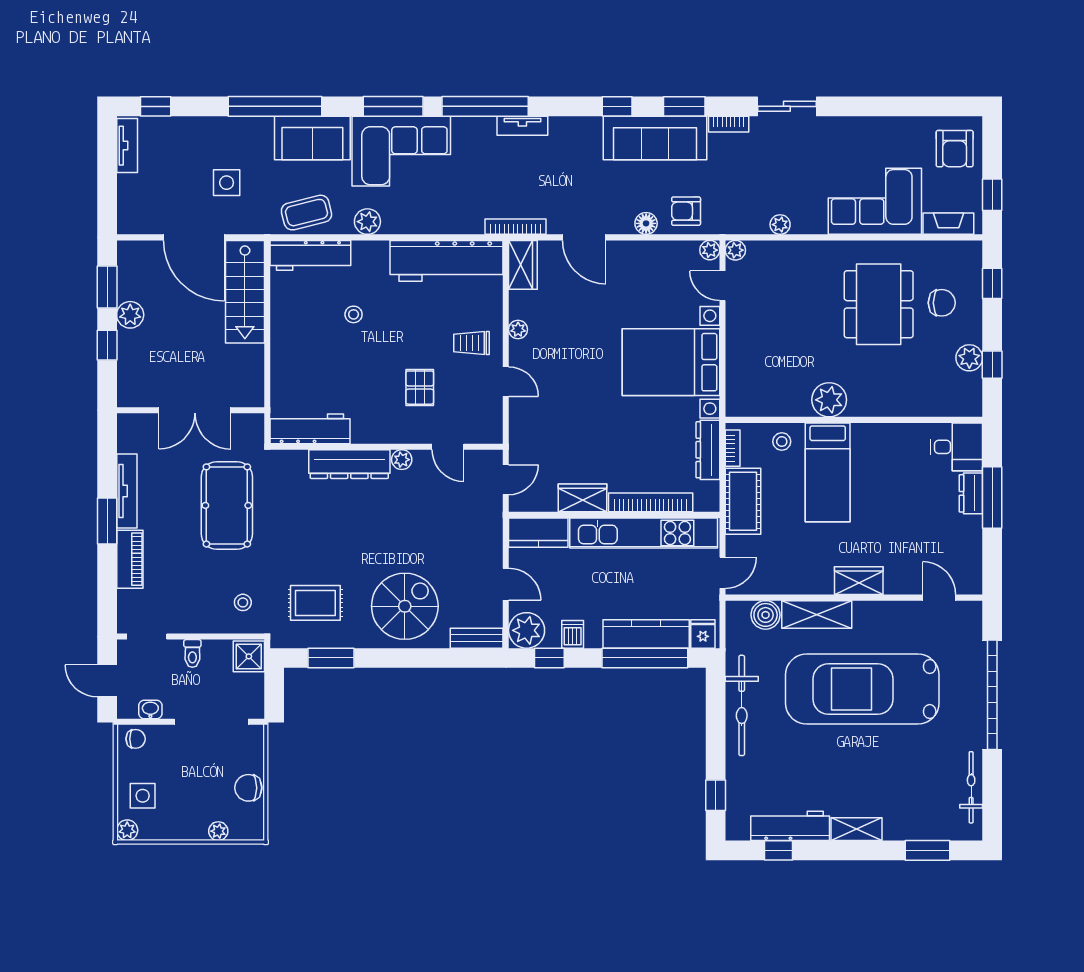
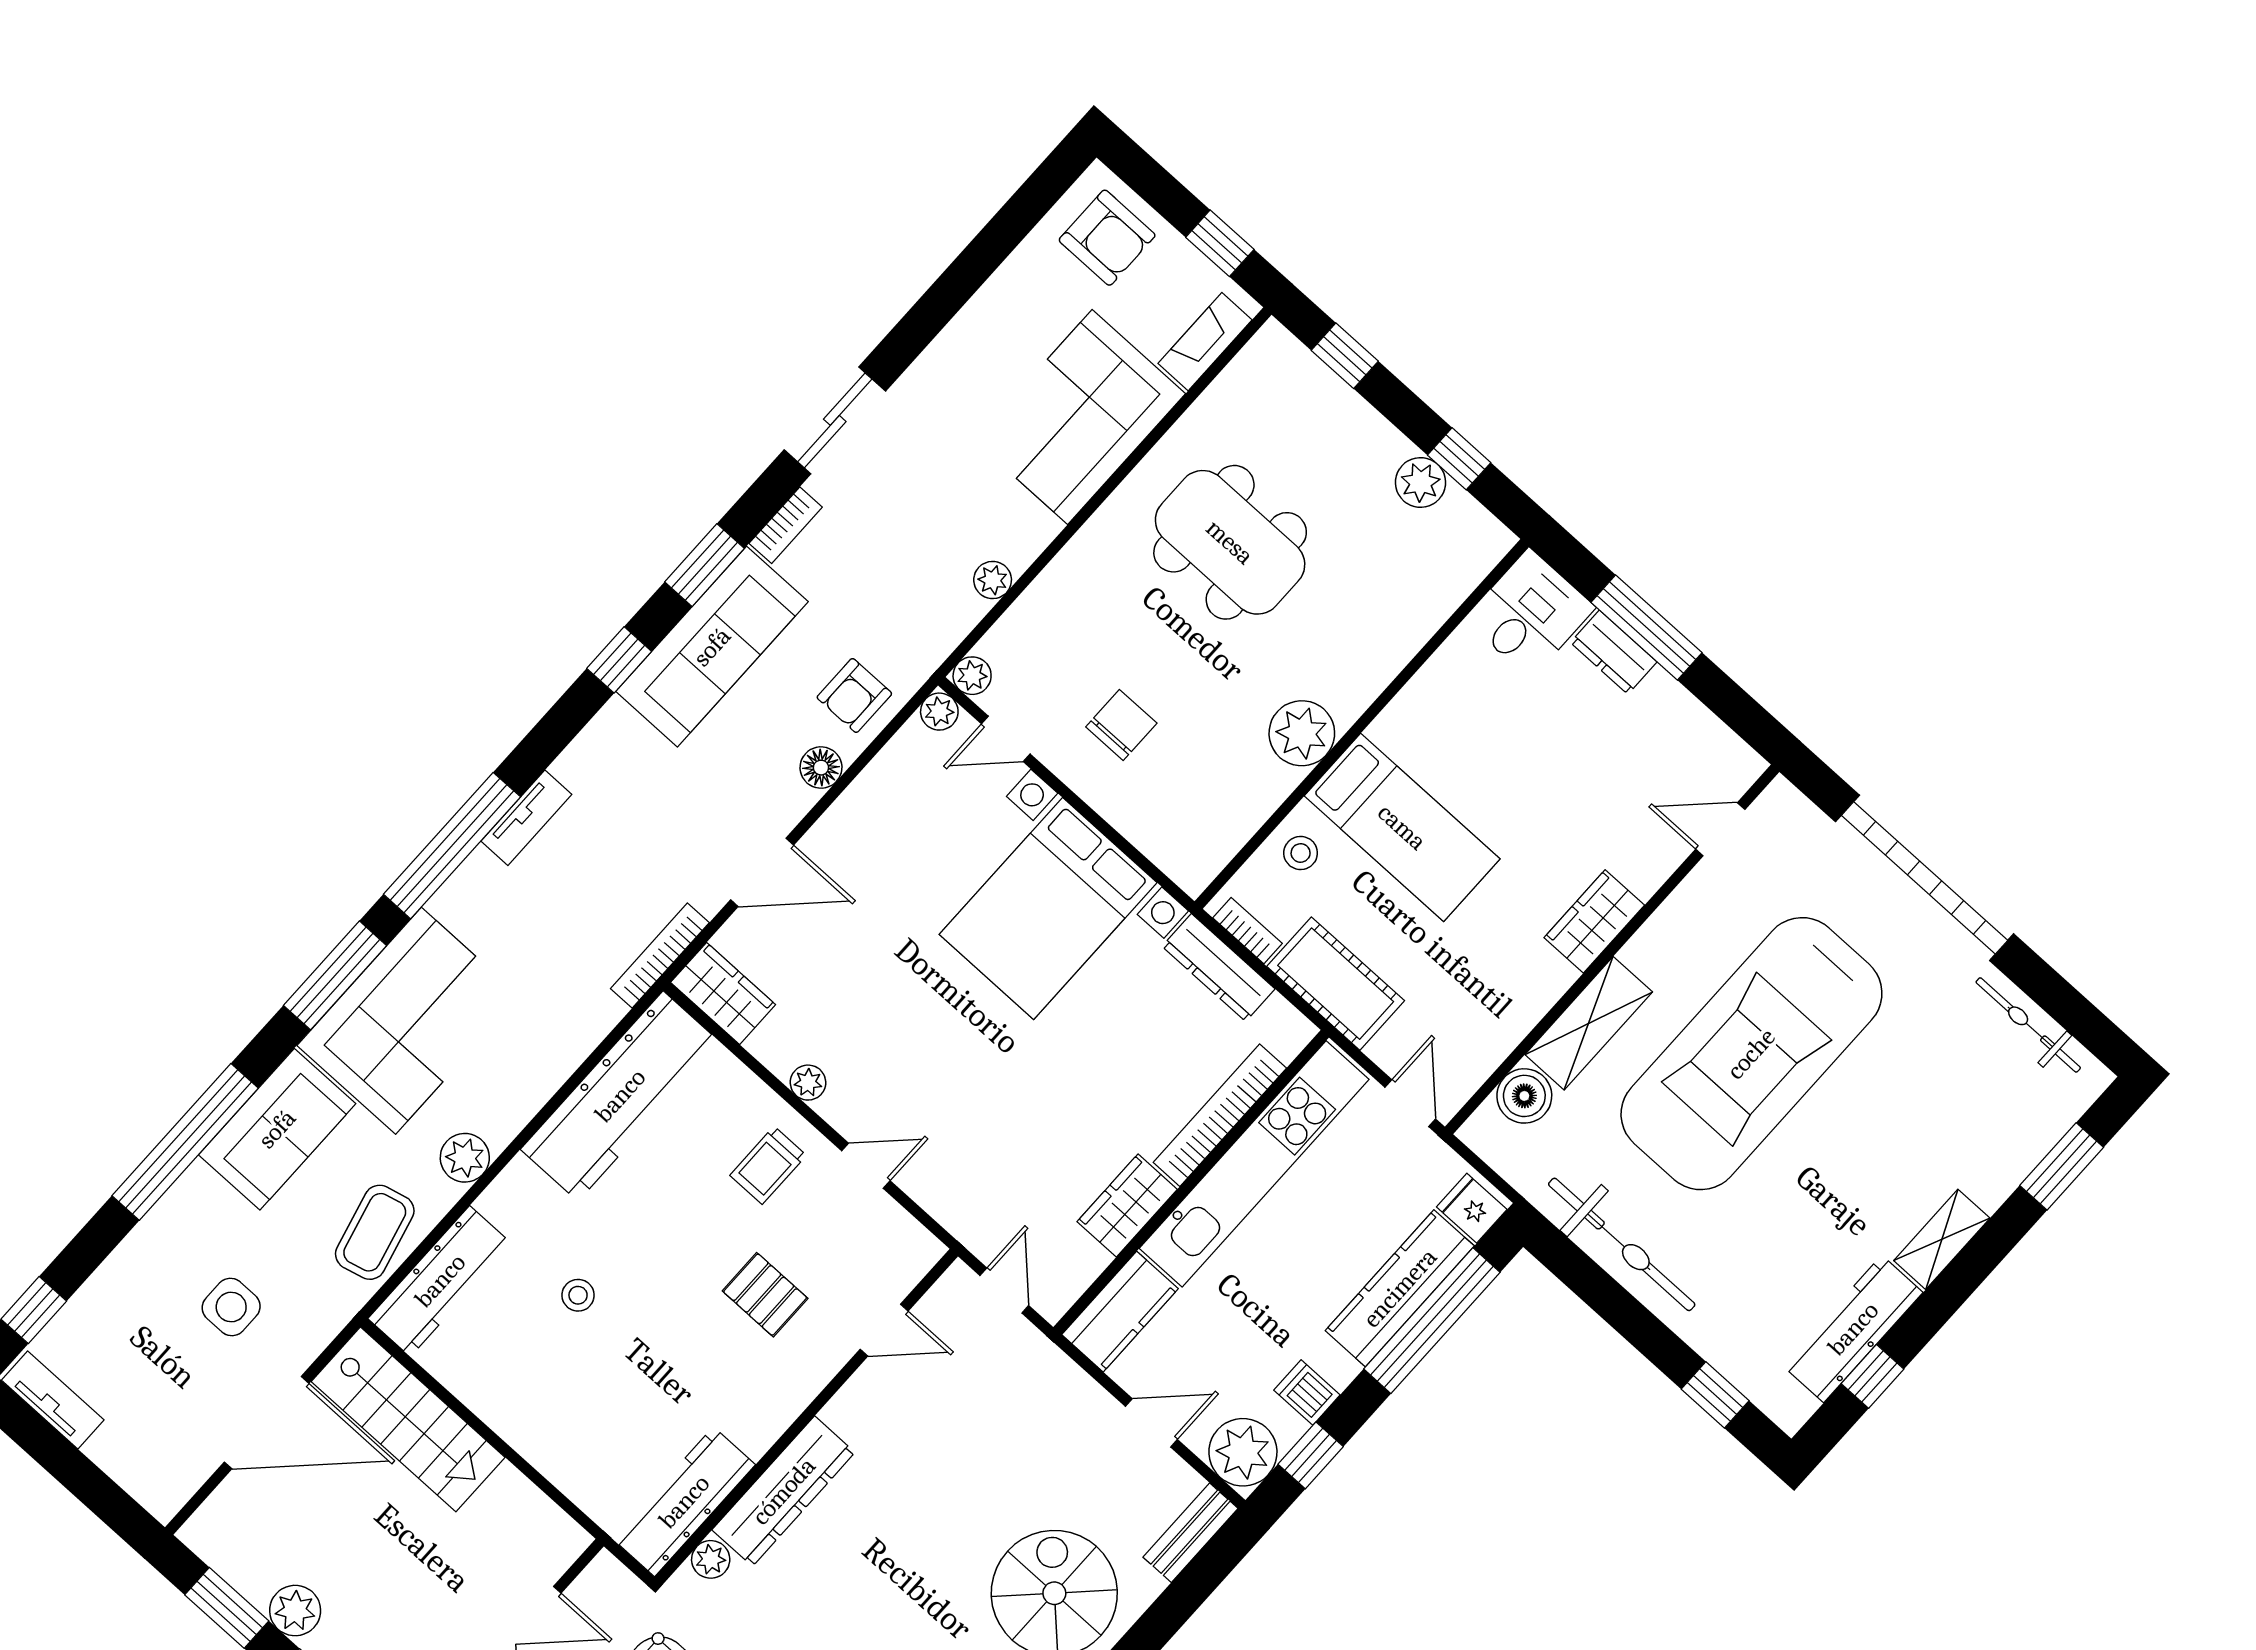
chair: (942, 303) -> (1121, 725), moved
plant: (402, 460) -> (711, 1559), moved

